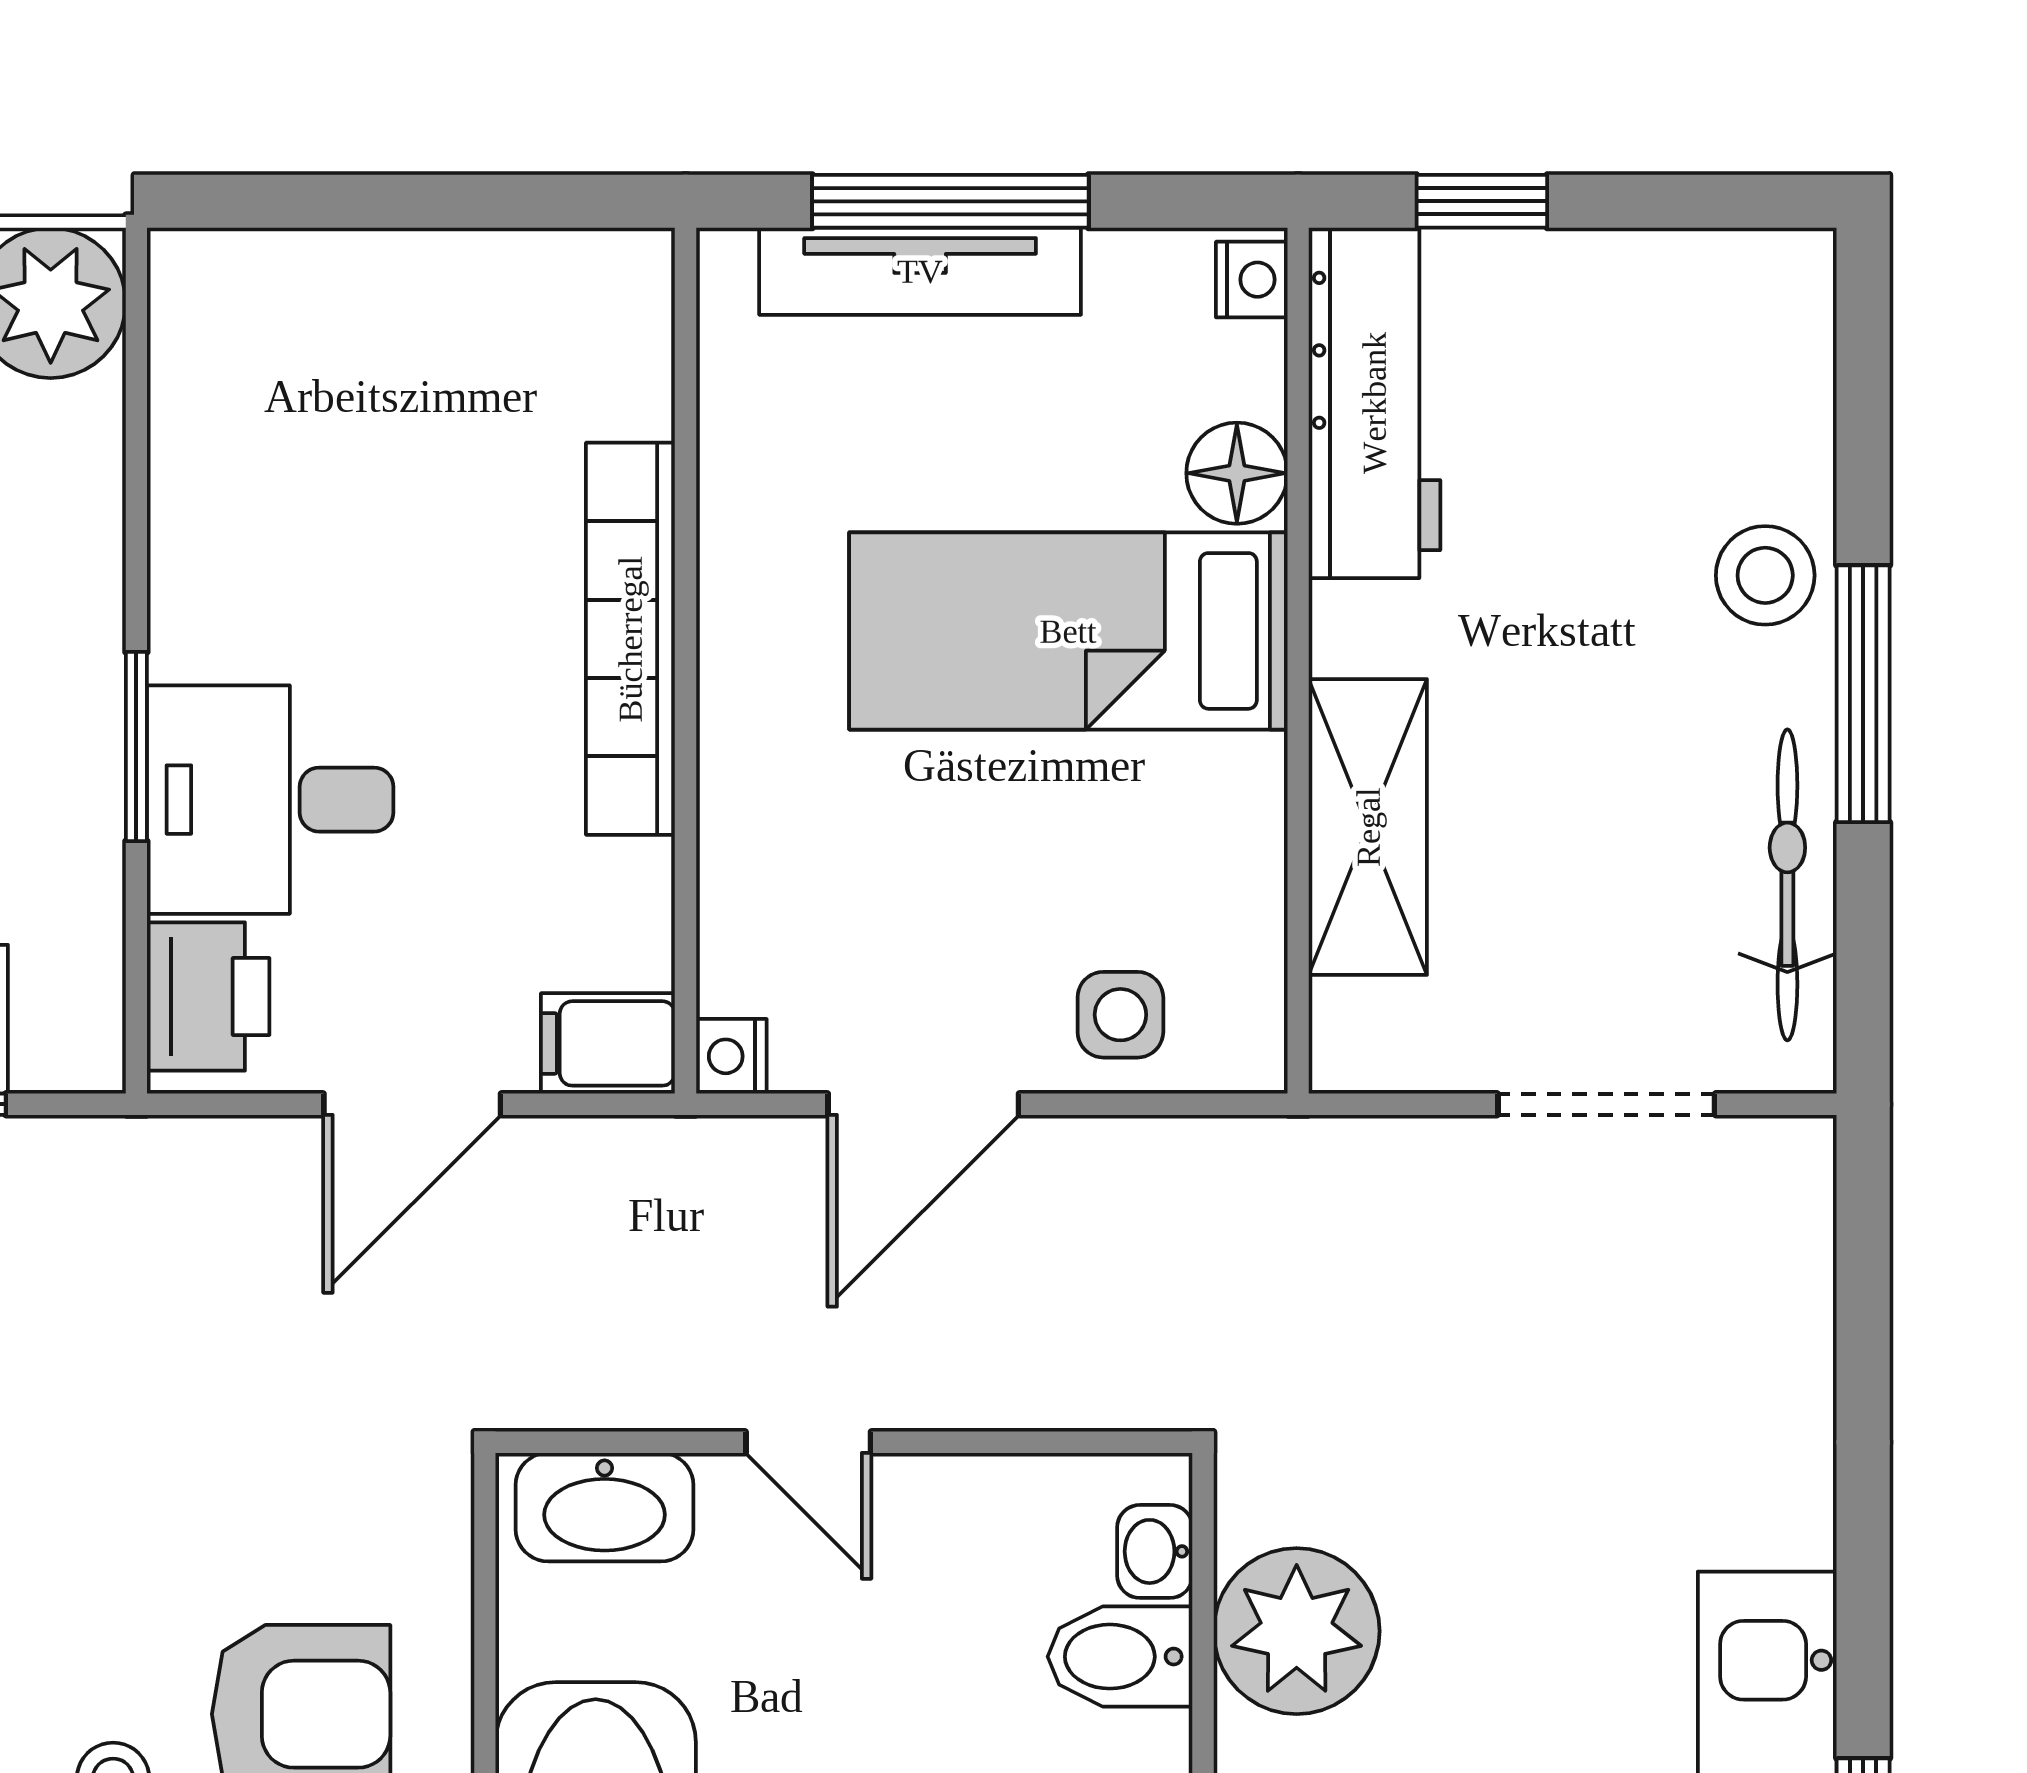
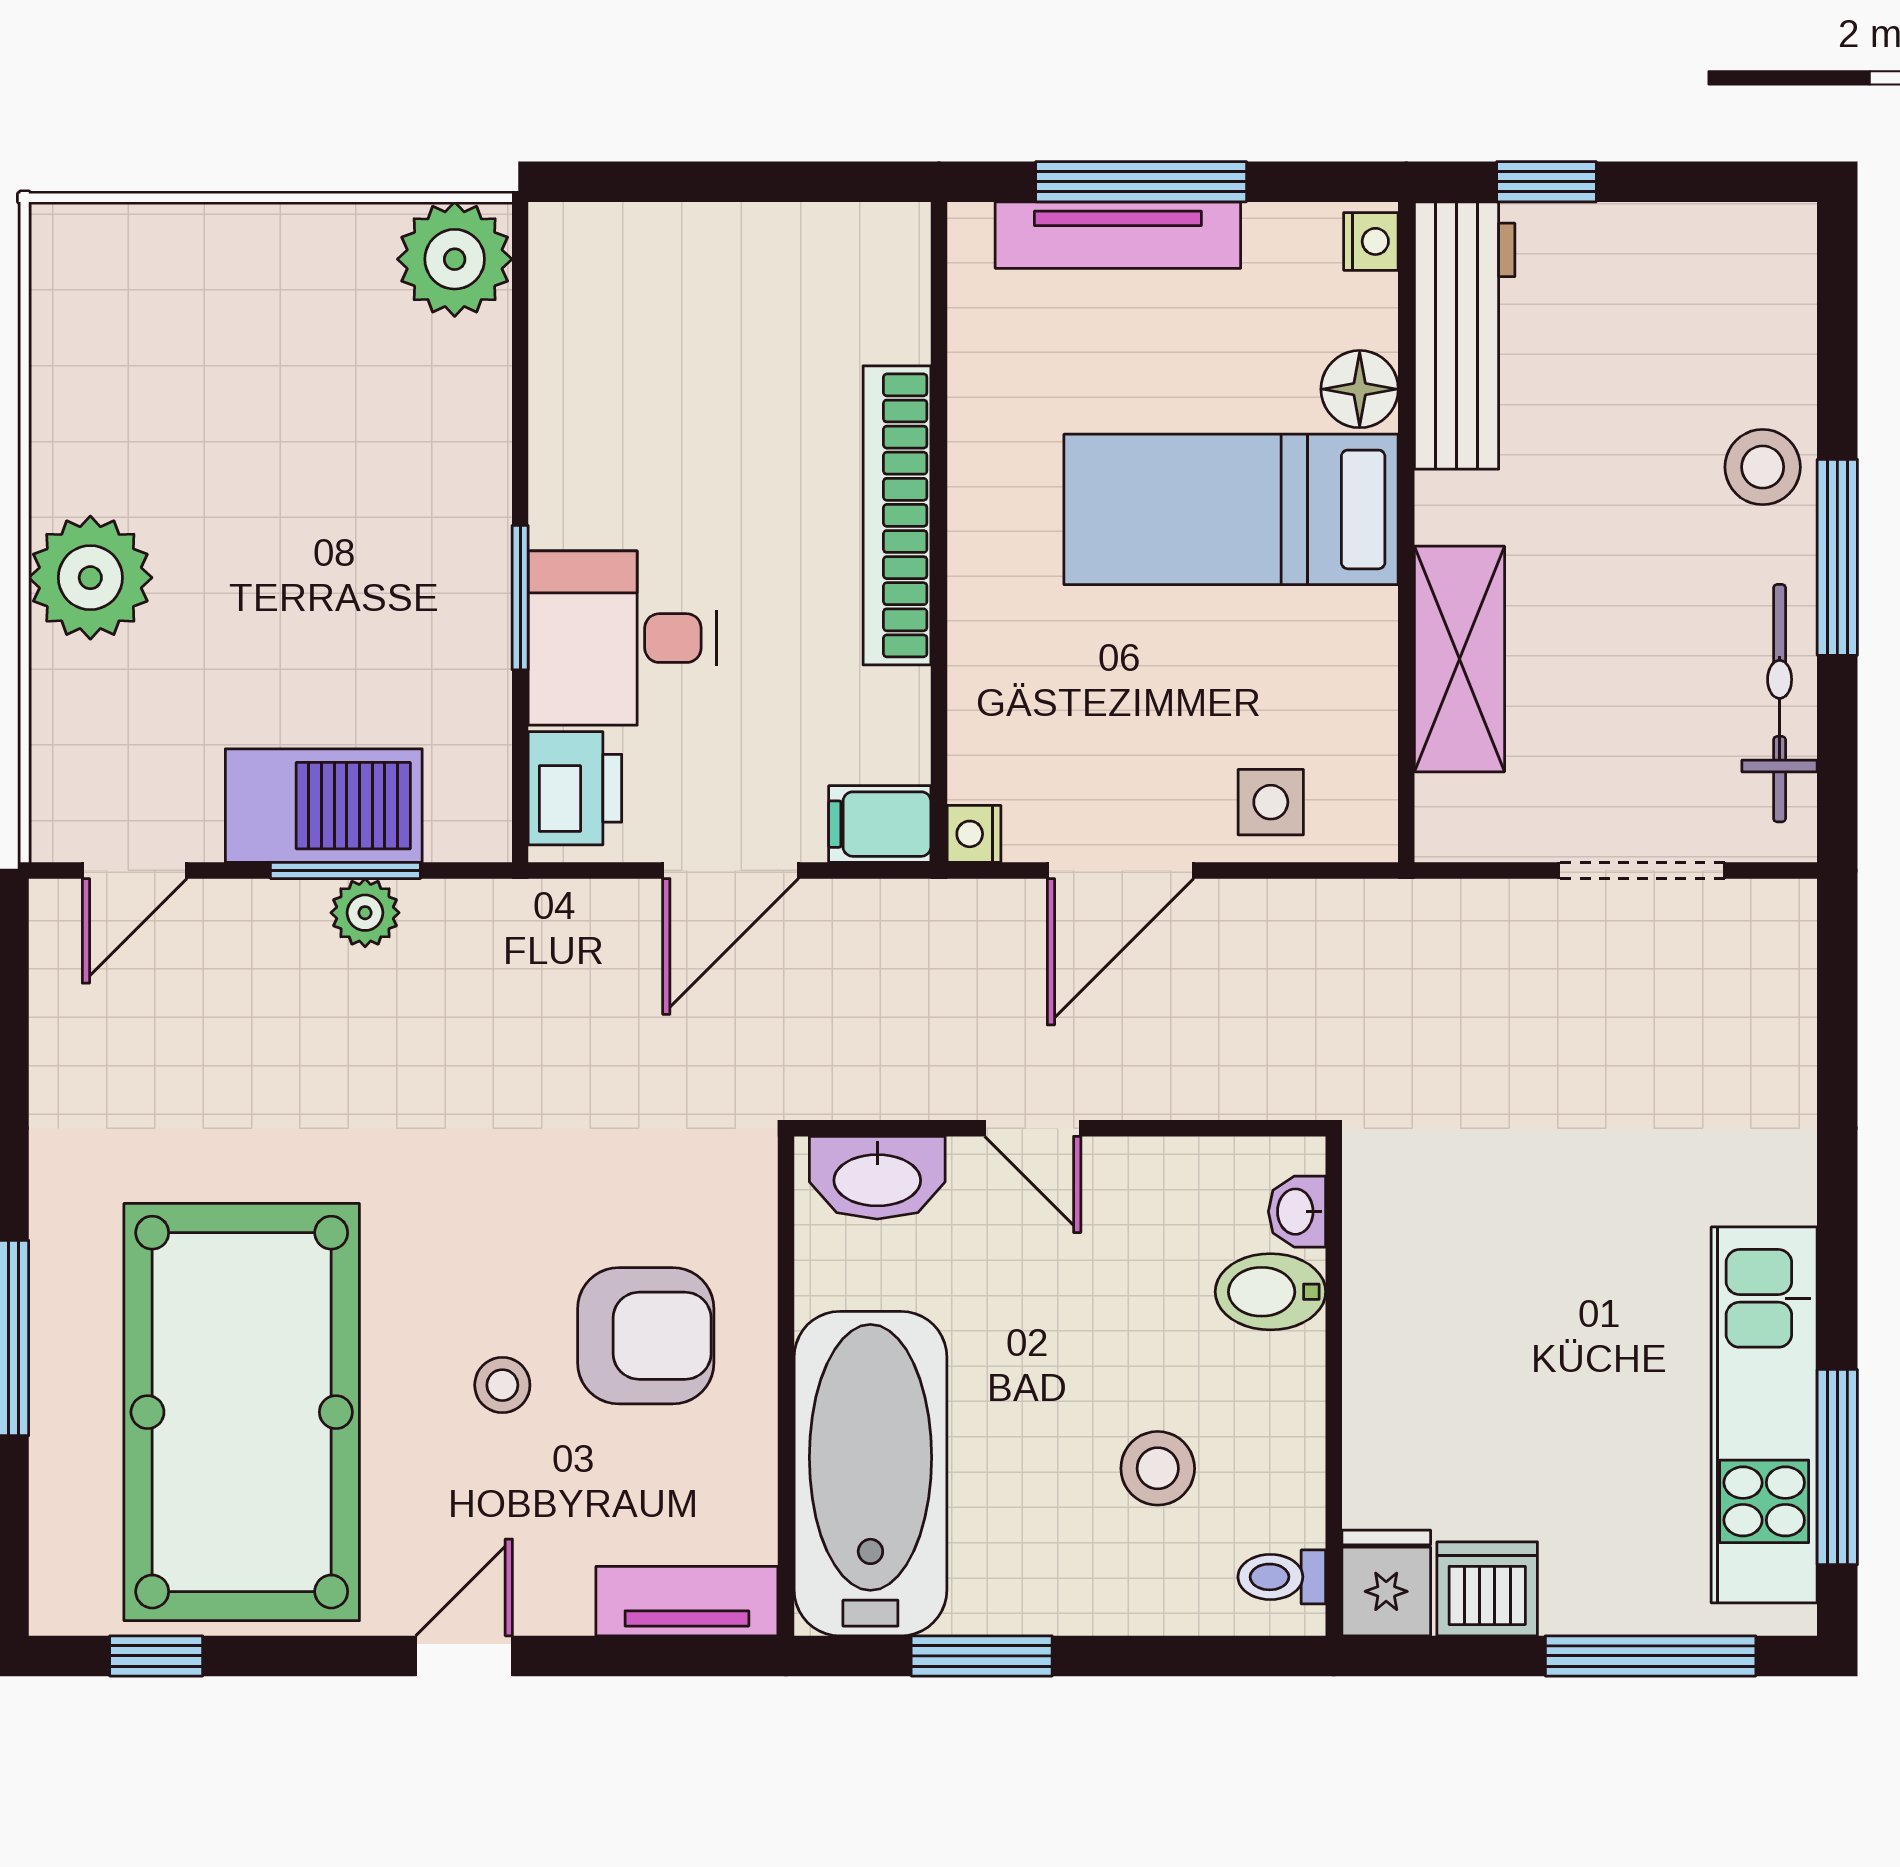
plant: (1297, 1631) -> (1405, 1272), removed

